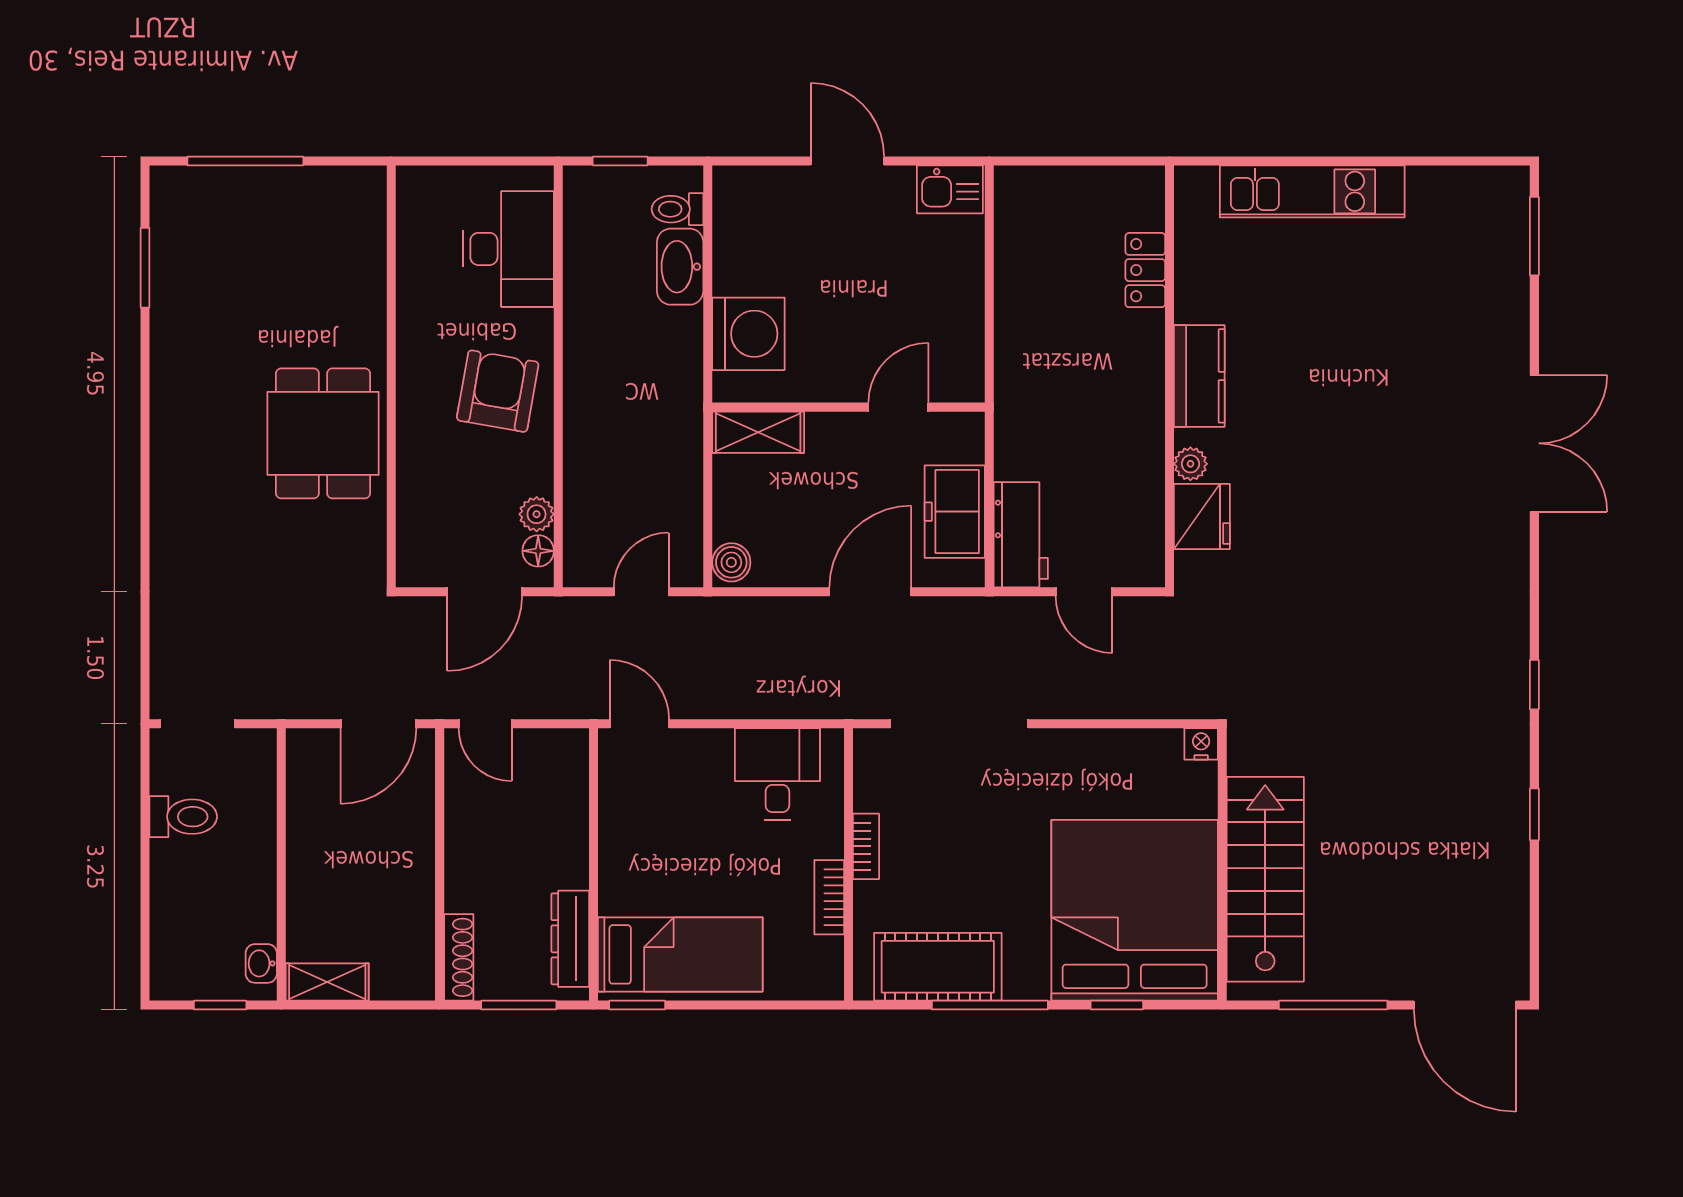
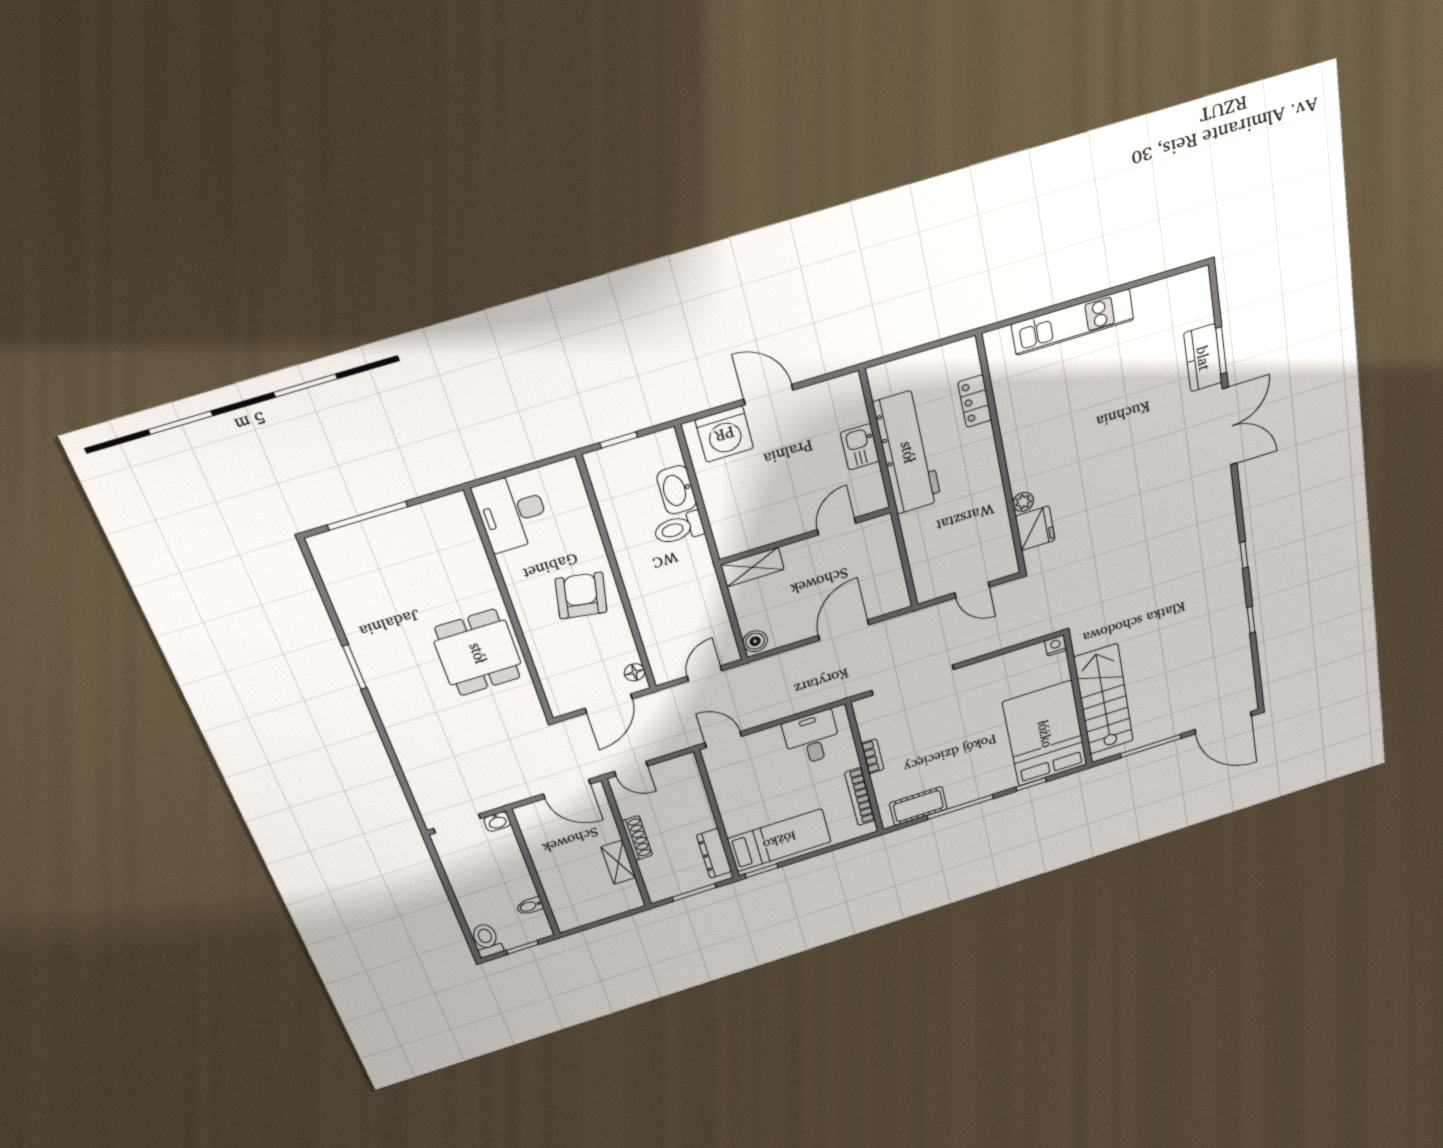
kitchen sink: (950, 189) -> (860, 447), moved, turned 90
toilet: (677, 209) -> (679, 528), moved, width x1.37, depth x1.39
window: (1534, 236) -> (1221, 351), moved
desk: (508, 249) -> (512, 512), moved, turned 180
window: (145, 268) -> (355, 667), moved
washing machine: (748, 334) -> (724, 434), moved, turned 90
kitchen counter: (1199, 376) -> (1203, 358), moved, turned 180
freezer: (955, 512) -> (885, 572), removed
plant: (537, 514) -> (627, 654), removed
workbench: (1021, 535) -> (908, 452), moved, width x1.88, depth x1.32
door: (379, 724) -> (567, 789), hinge flipped
toilet: (183, 817) -> (487, 940), moved, turned -90
bookcase: (829, 897) -> (860, 797), width x1.56
bed: (1135, 910) -> (1045, 734), width x0.73
bidet: (256, 927) -> (530, 906), added
shoe rack: (459, 957) -> (637, 838), moved
washbasin: (261, 963) -> (497, 822), moved, turned -90
cot: (938, 967) -> (918, 806), width x0.73, depth x0.75
shelving: (327, 982) -> (618, 862), moved, turned 90

